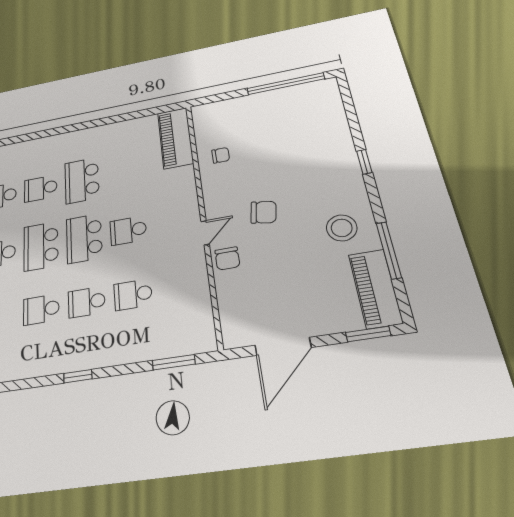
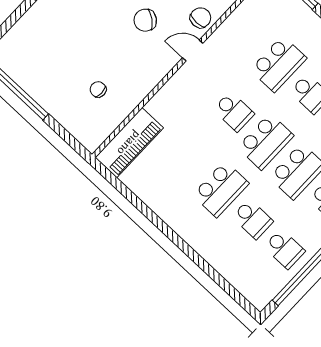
chair: (221, 155) -> (98, 89), moved
chair: (264, 212) -> (145, 20), turned -61
school desk: (133, 295) -> (278, 64), width x1.85

